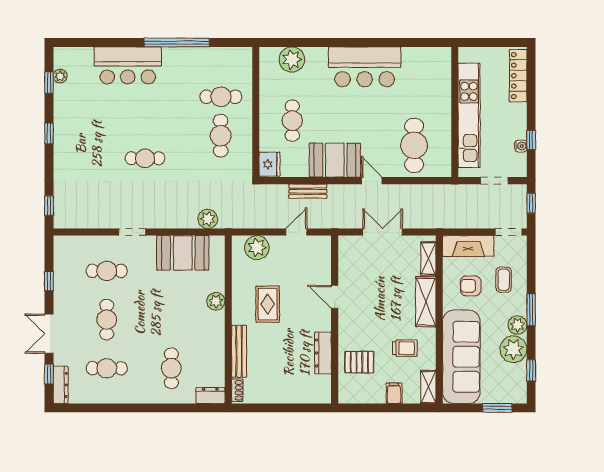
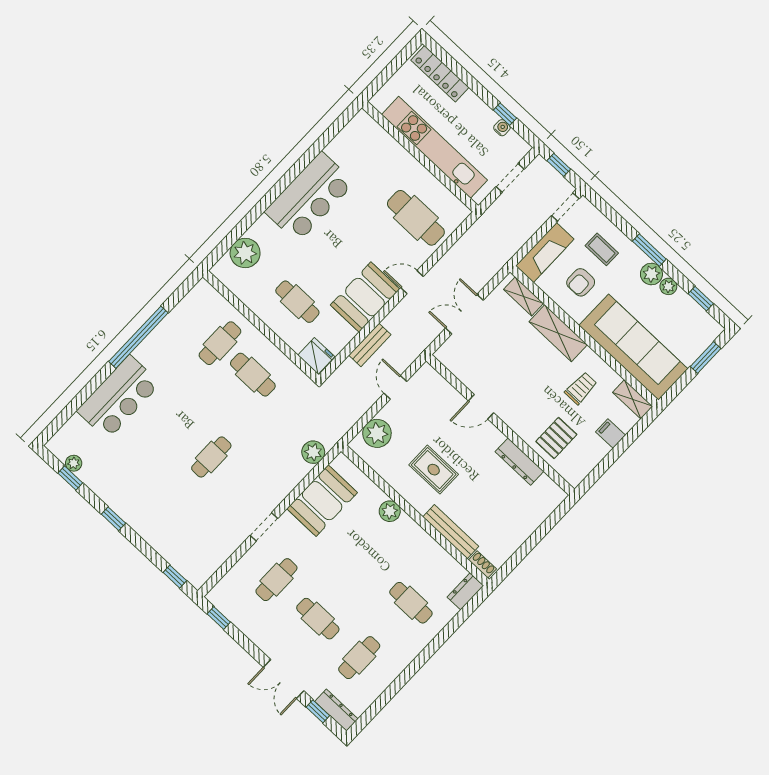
window: (49, 281) -> (219, 618), moved
plant: (513, 349) -> (668, 286), width x0.53, depth x0.53

